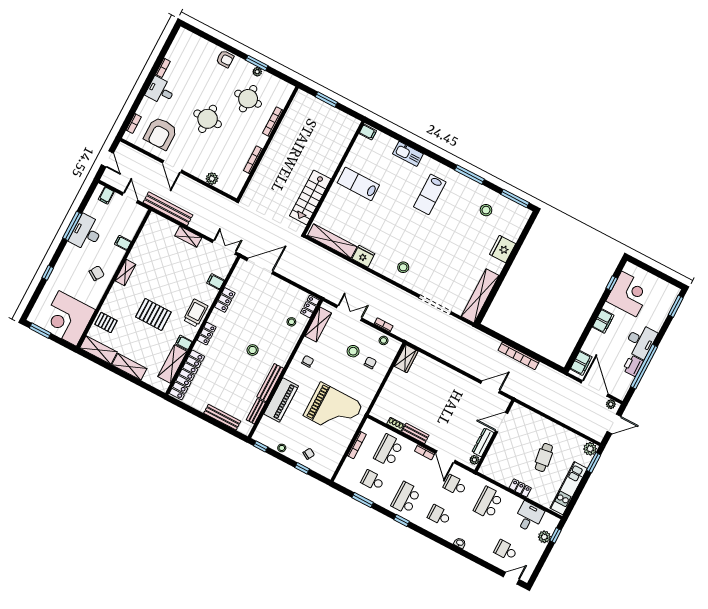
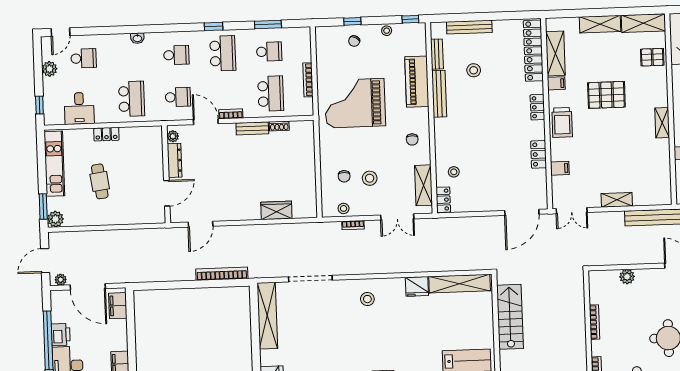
stool: (253, 350) -> (474, 70), moved
bookcase: (519, 356) -> (222, 274), moved
wardrobe: (406, 359) -> (276, 210), moved, turned 90
plant: (544, 537) -> (49, 69), moved

